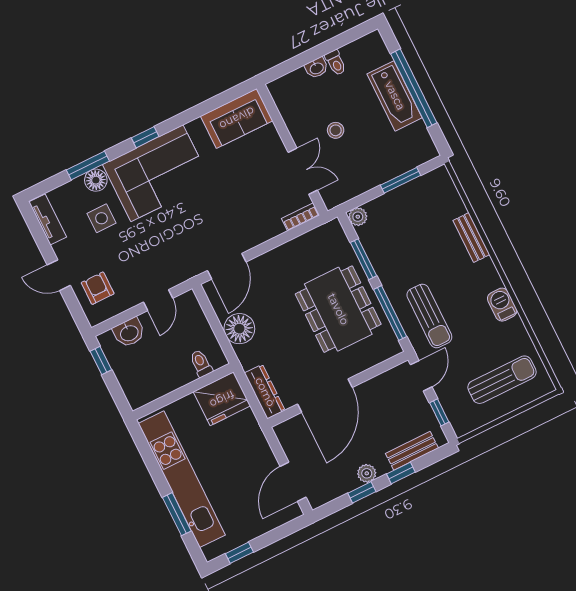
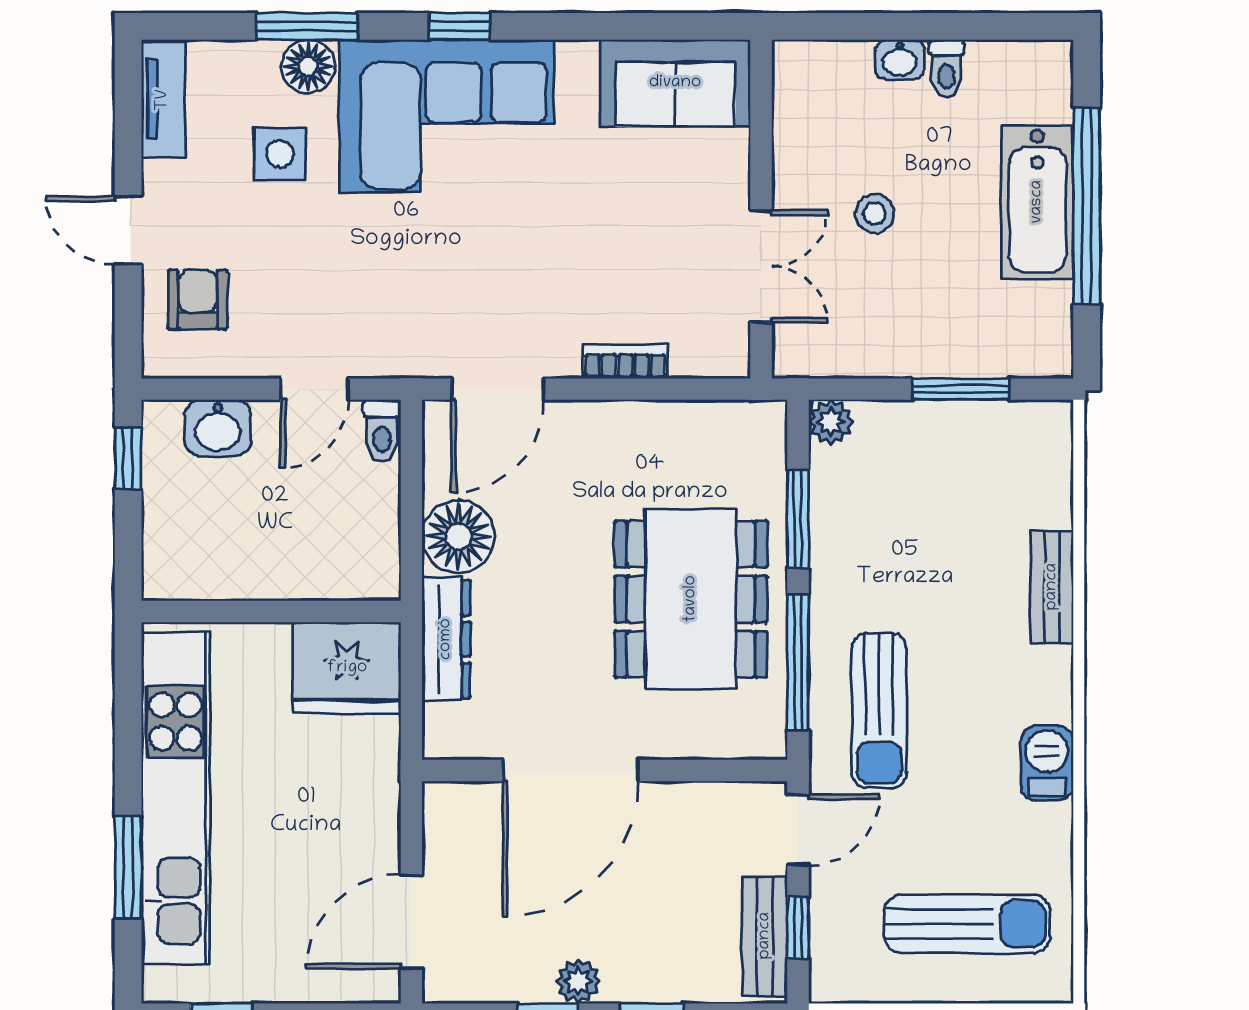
bookcase: (300, 217) -> (625, 361), moved
toilet: (201, 363) -> (382, 431), moved, turned 180
dresser: (265, 392) -> (446, 639), moved
bench: (412, 451) -> (765, 936), moved, turned 90

